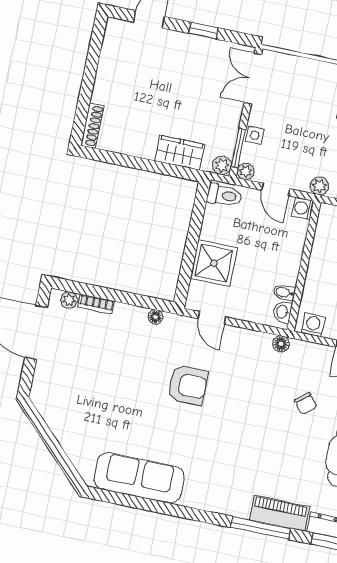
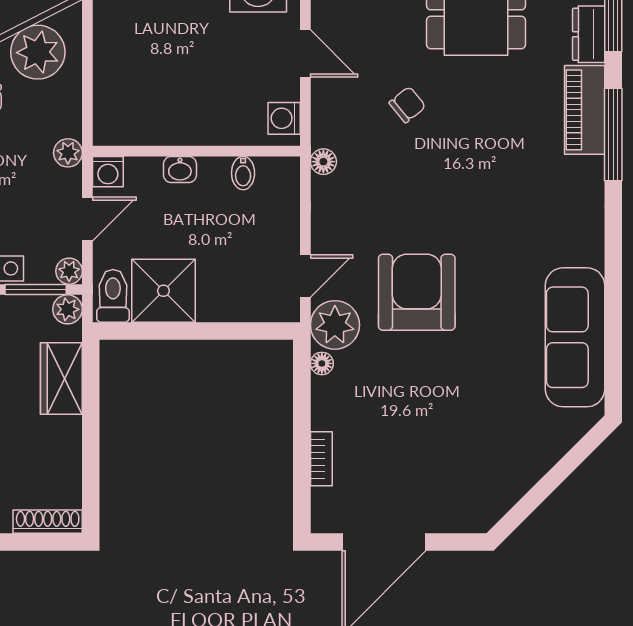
shower: (214, 263) -> (163, 291), moved
plant: (69, 300) -> (335, 325), moved, width x1.87, depth x1.87
washbasin: (282, 312) -> (180, 170), moved
armchair: (188, 385) -> (417, 292), width x1.36, depth x1.36

